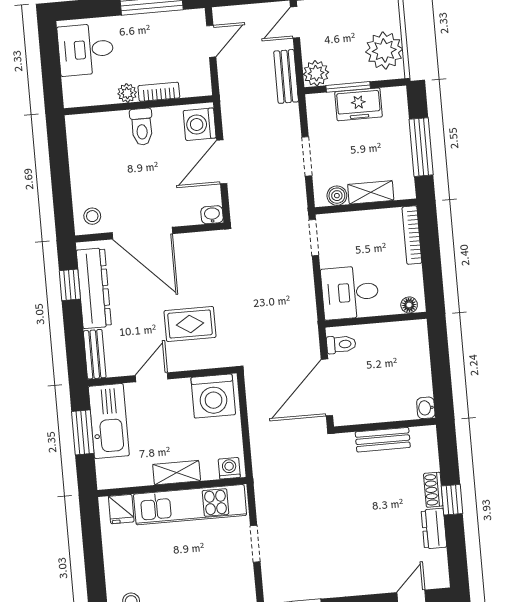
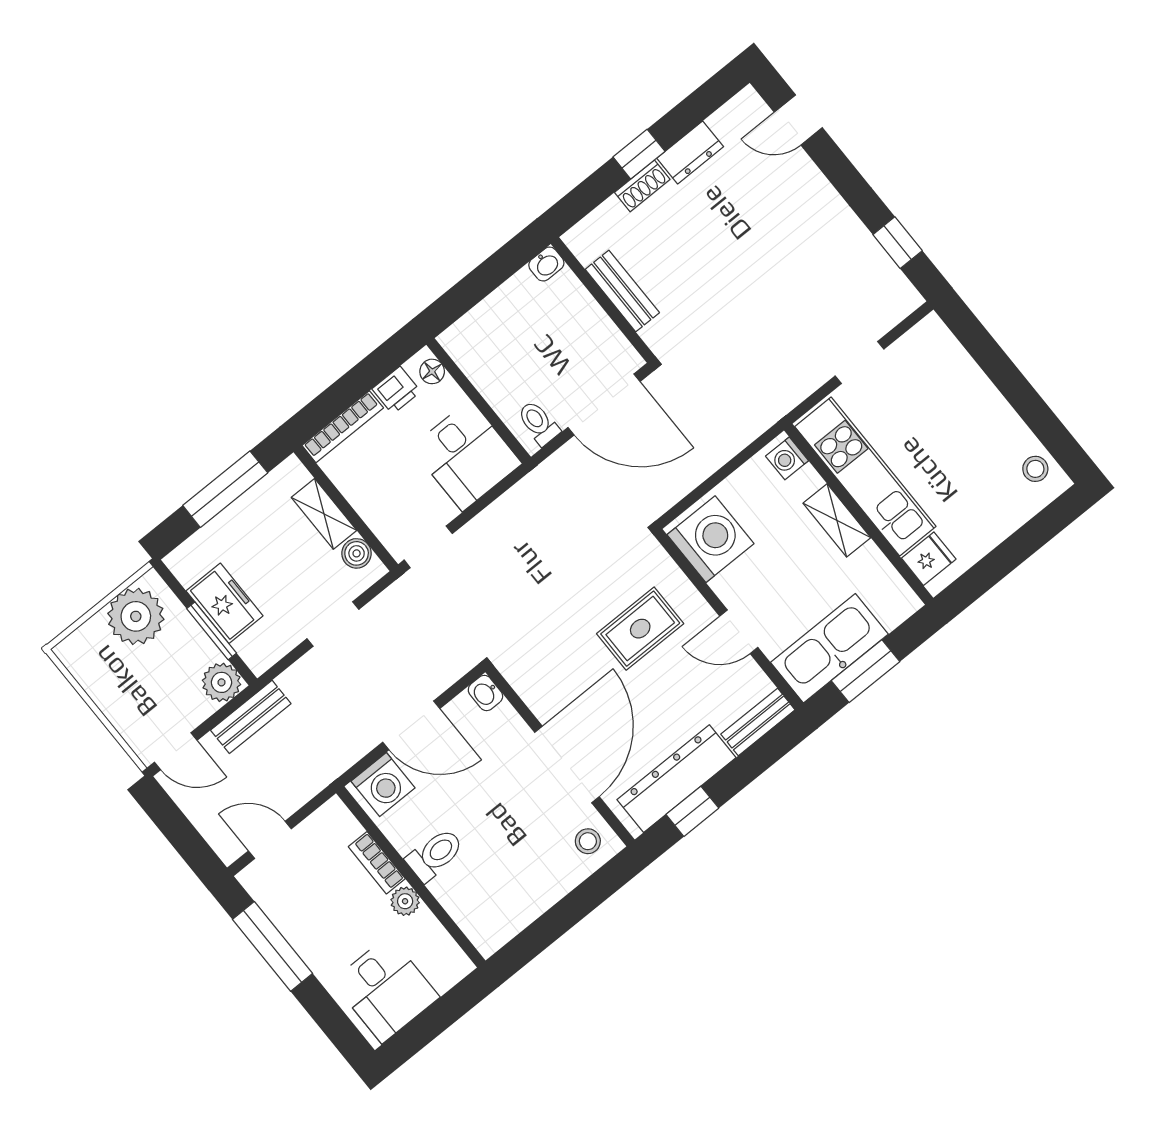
printer: (412, 278) -> (396, 390), added
rug: (190, 324) -> (640, 629), turned 90

